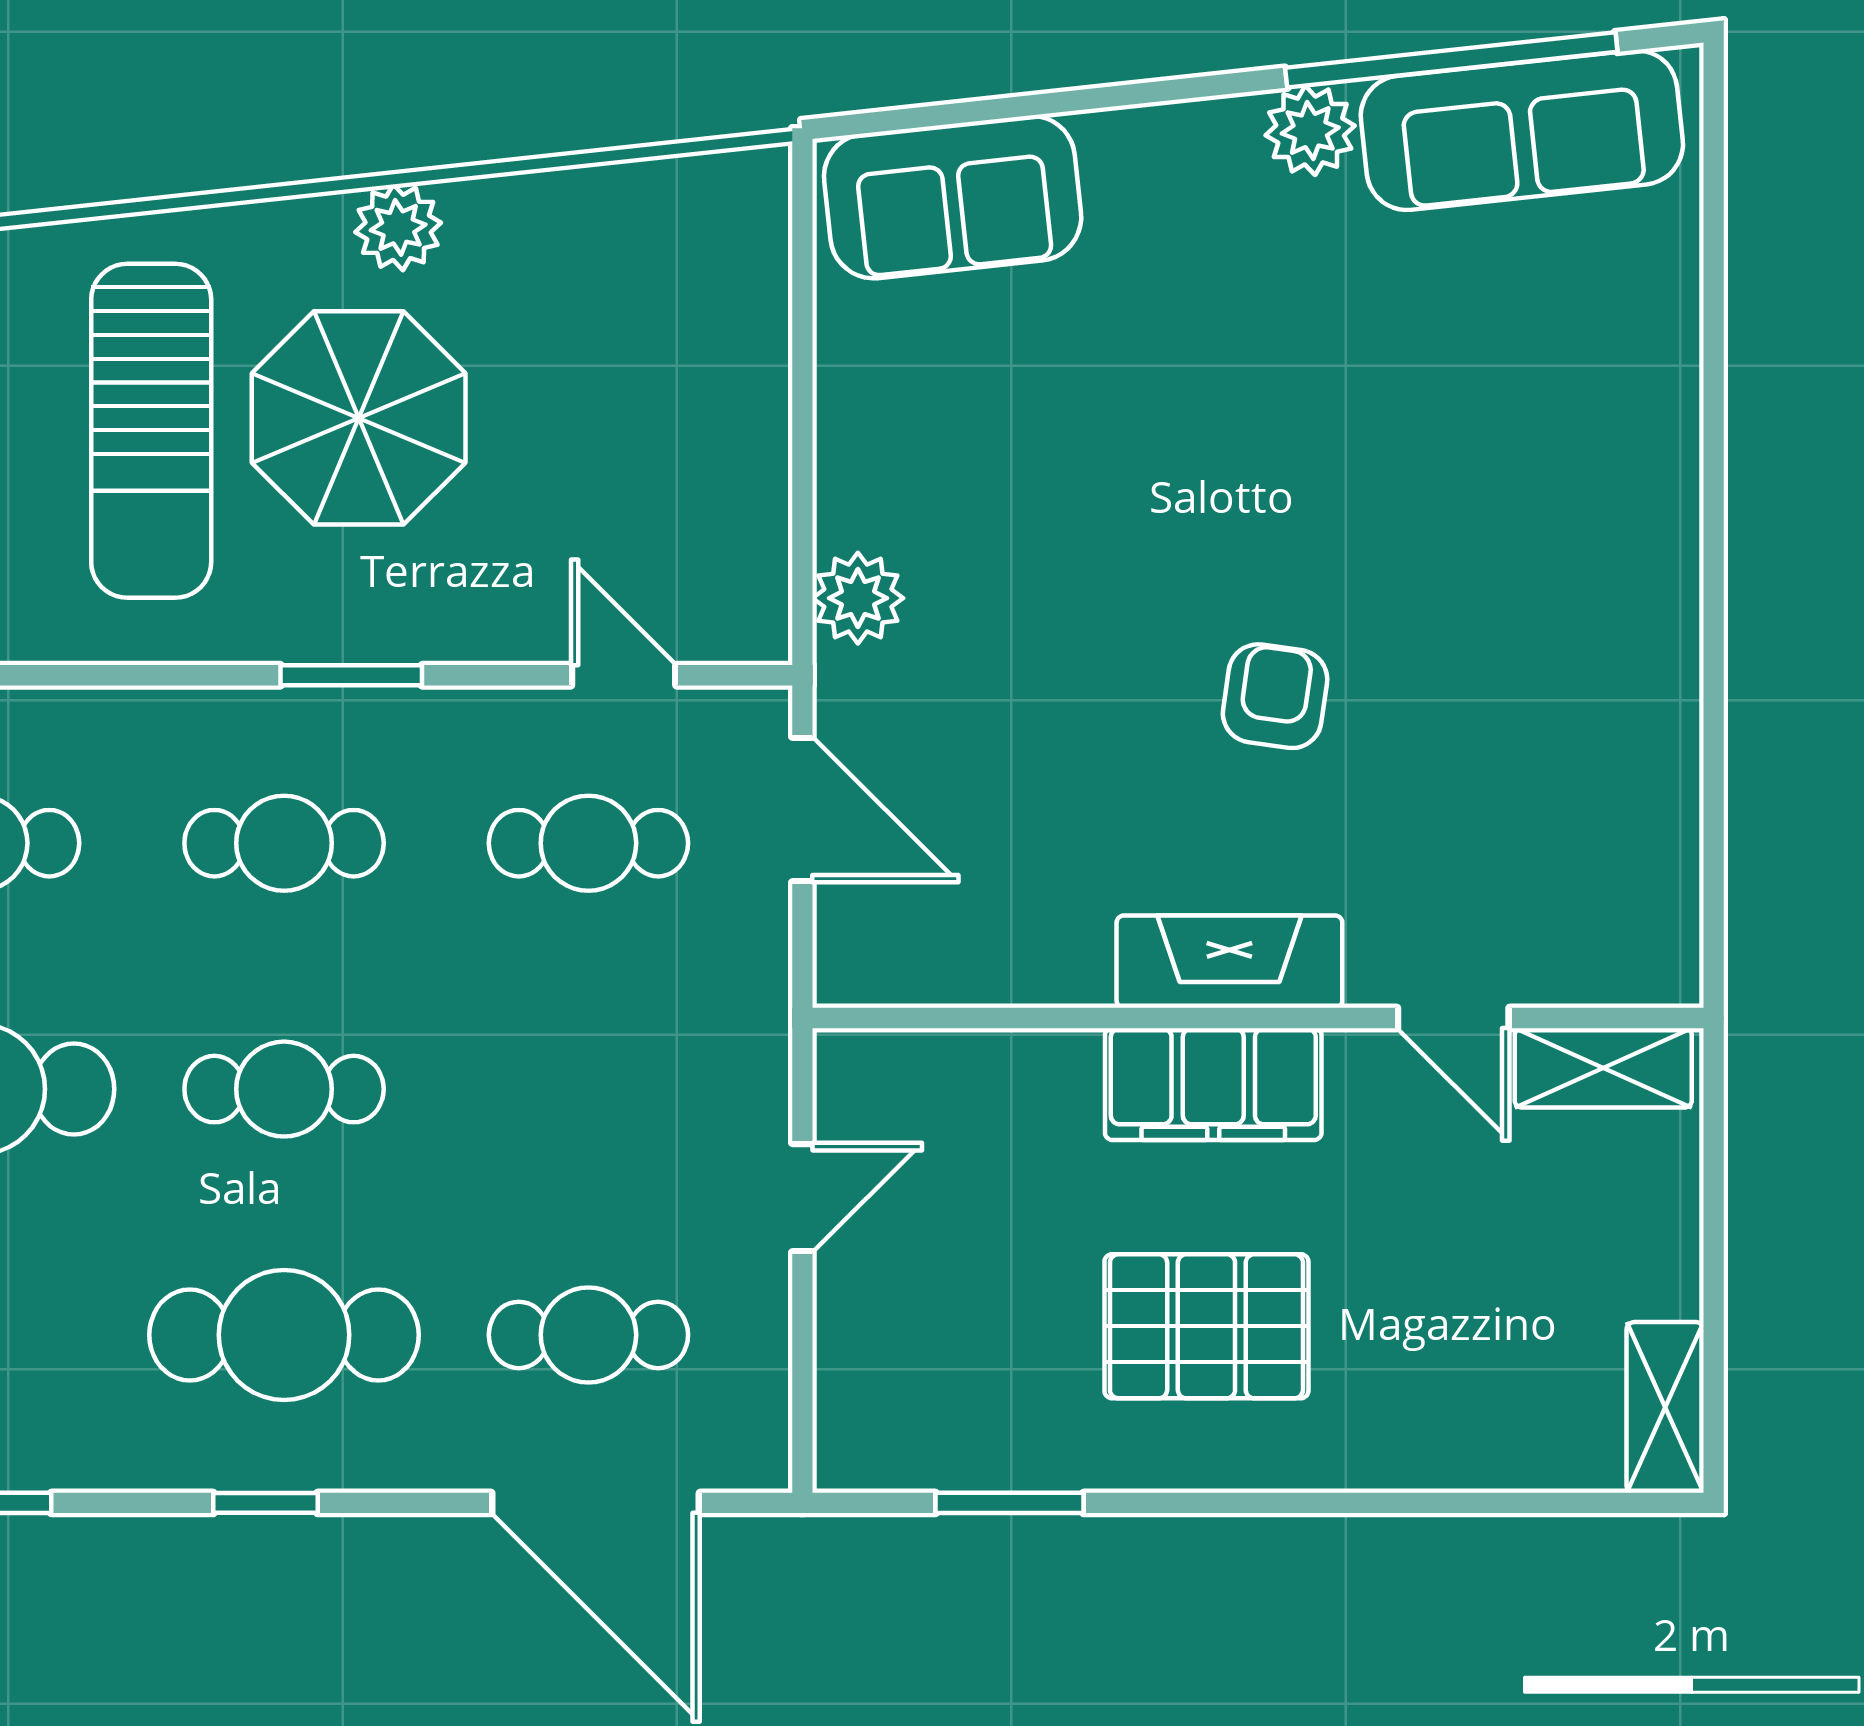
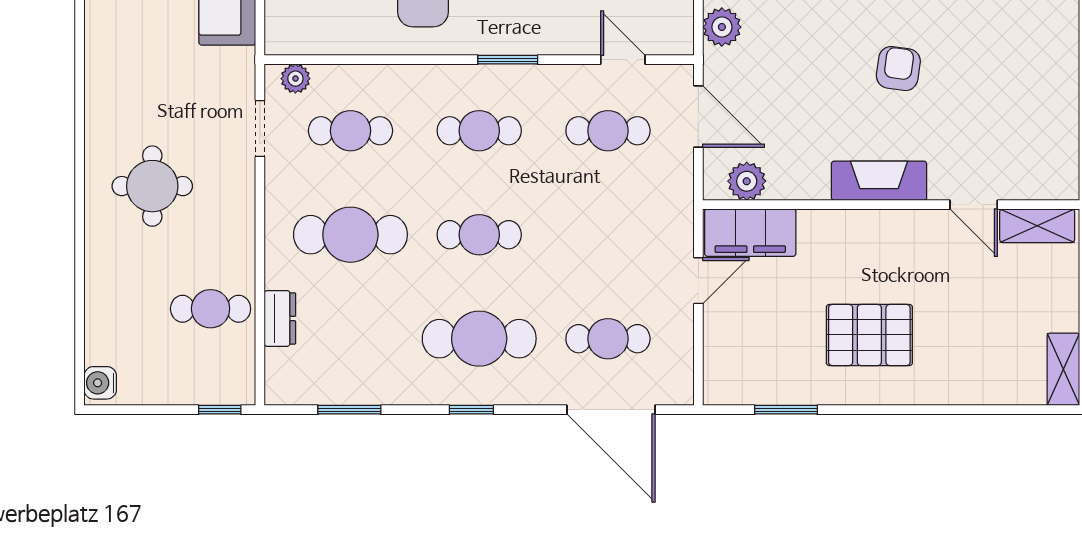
plant: (916, 963) -> (747, 181), added
filing cabinet: (1213, 1084) -> (750, 233), moved

